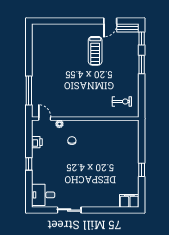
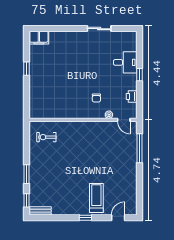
window: (83, 21) -> (85, 218), added
door: (110, 21) -> (118, 218), moved
treadmill: (95, 51) -> (96, 198), moved
desk: (43, 195) -> (125, 62), moved

